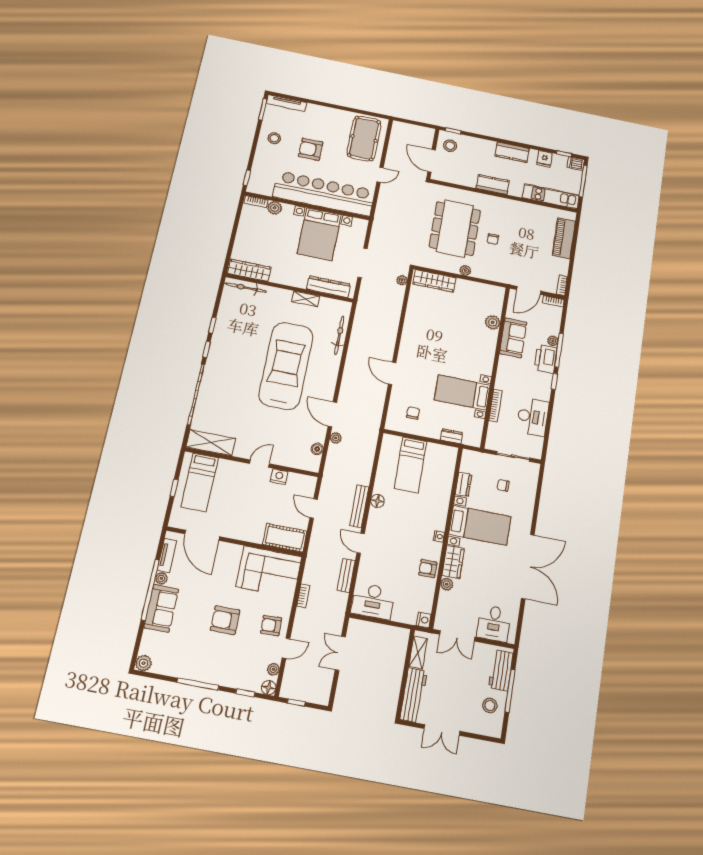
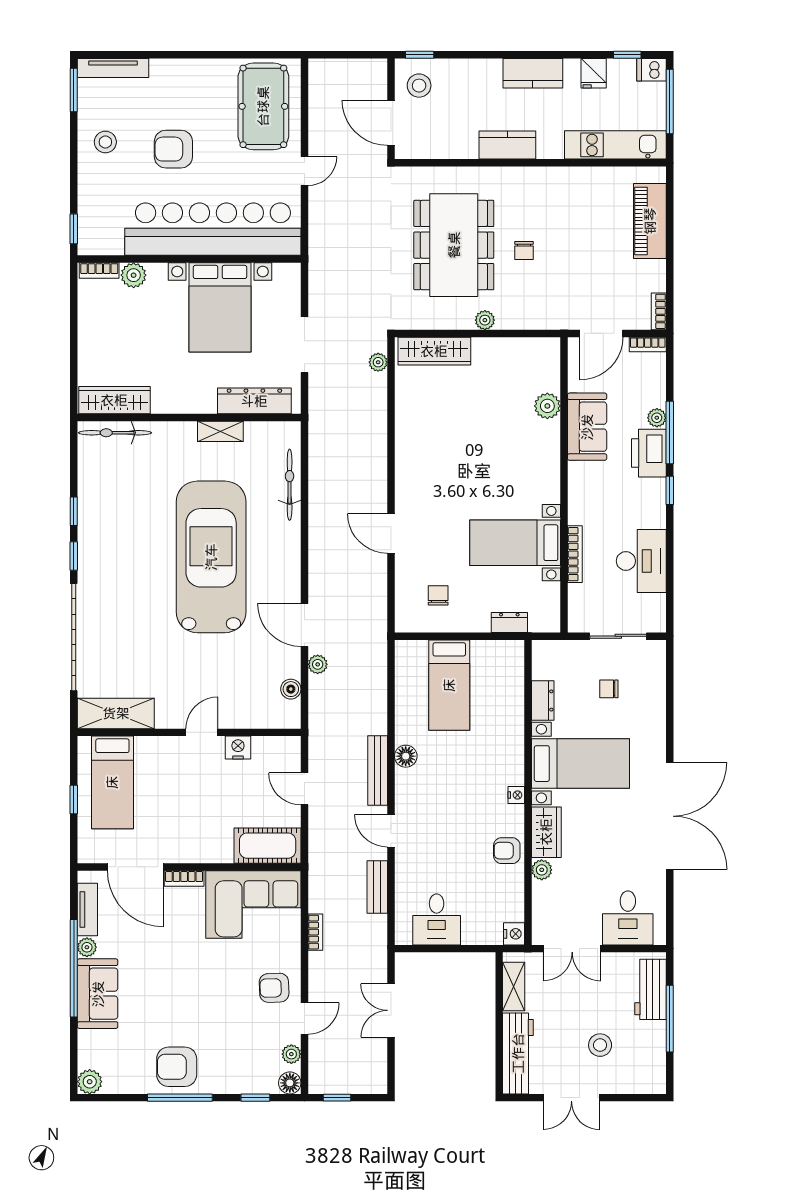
bookcase: (230, 548) -> (184, 878), added
desk: (373, 601) -> (437, 919), width x0.73
armchair: (225, 620) -> (177, 1067), moved
stool: (490, 705) -> (600, 1045), moved

